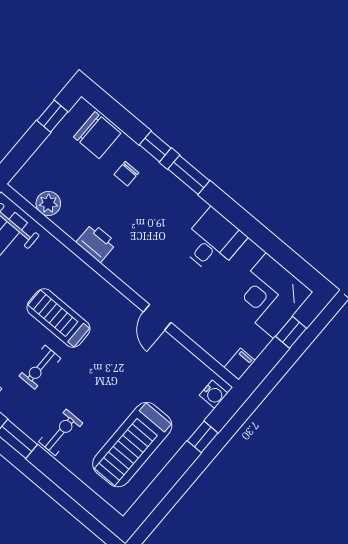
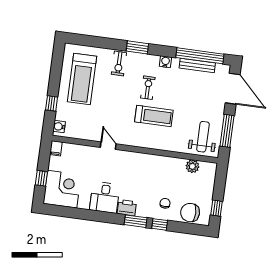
printer: (96, 243) -> (127, 208), moved, turned 180
treadmill: (132, 445) -> (82, 79), turned 180

